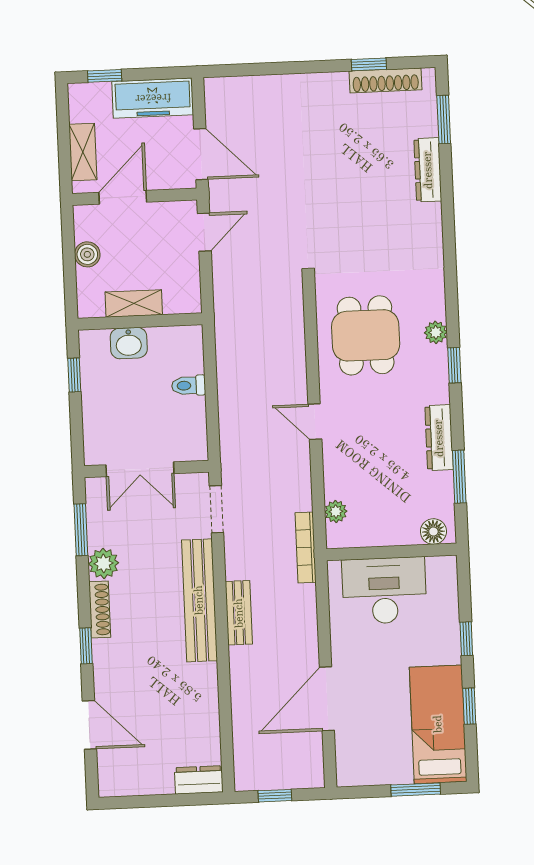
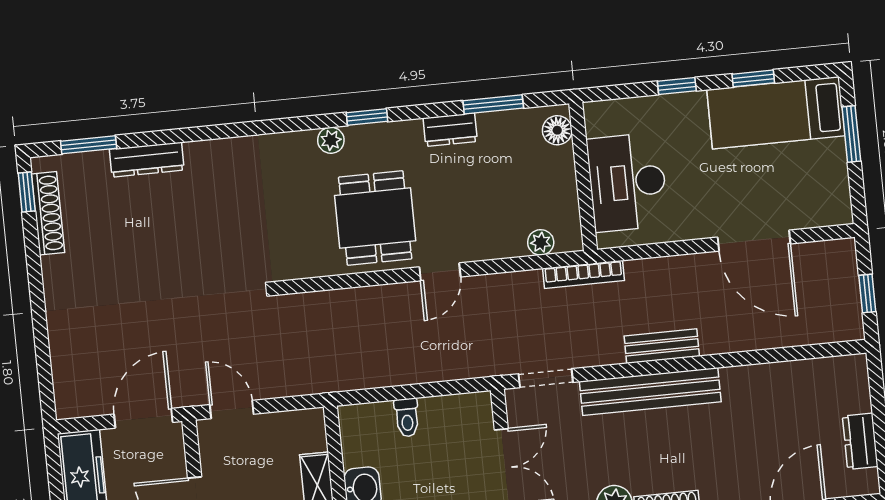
window: (369, 64) -> (27, 192), moved
dining table: (366, 335) -> (375, 218), moved, turned 90
dresser: (439, 438) -> (450, 130), width x0.70
dresser: (199, 780) -> (860, 441), moved

